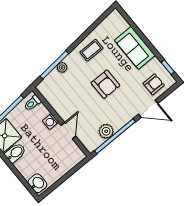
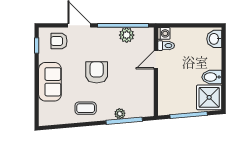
toilet: (32, 103) -> (166, 46), moved
washing machine: (50, 122) -> (164, 33), moved

